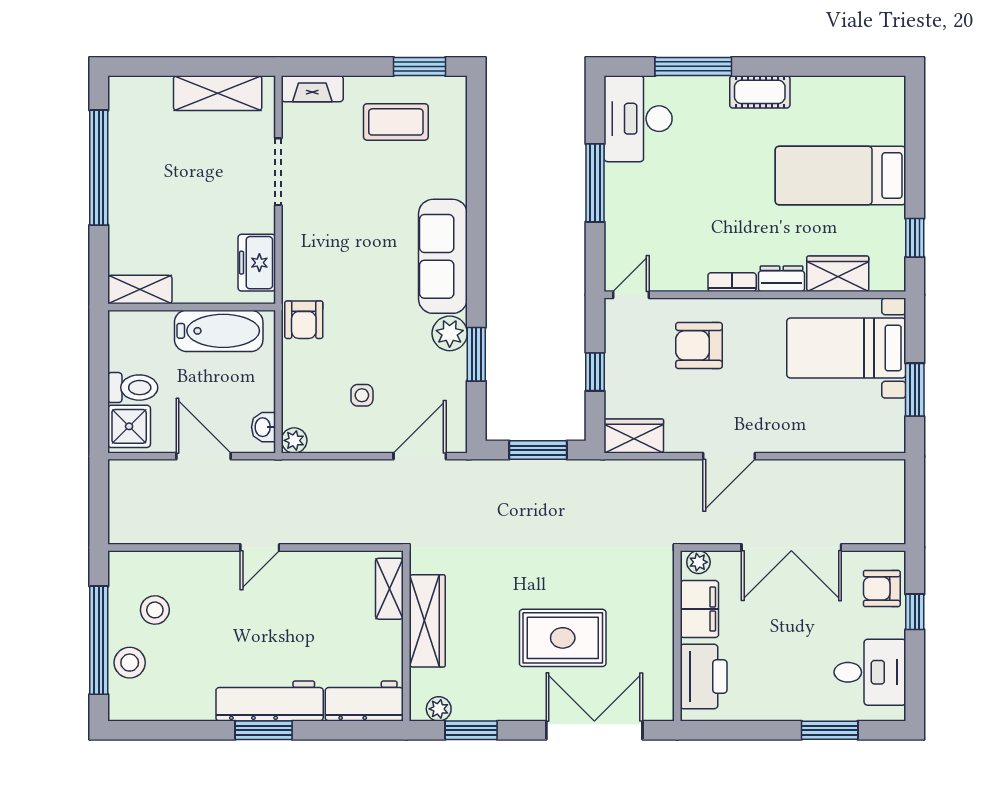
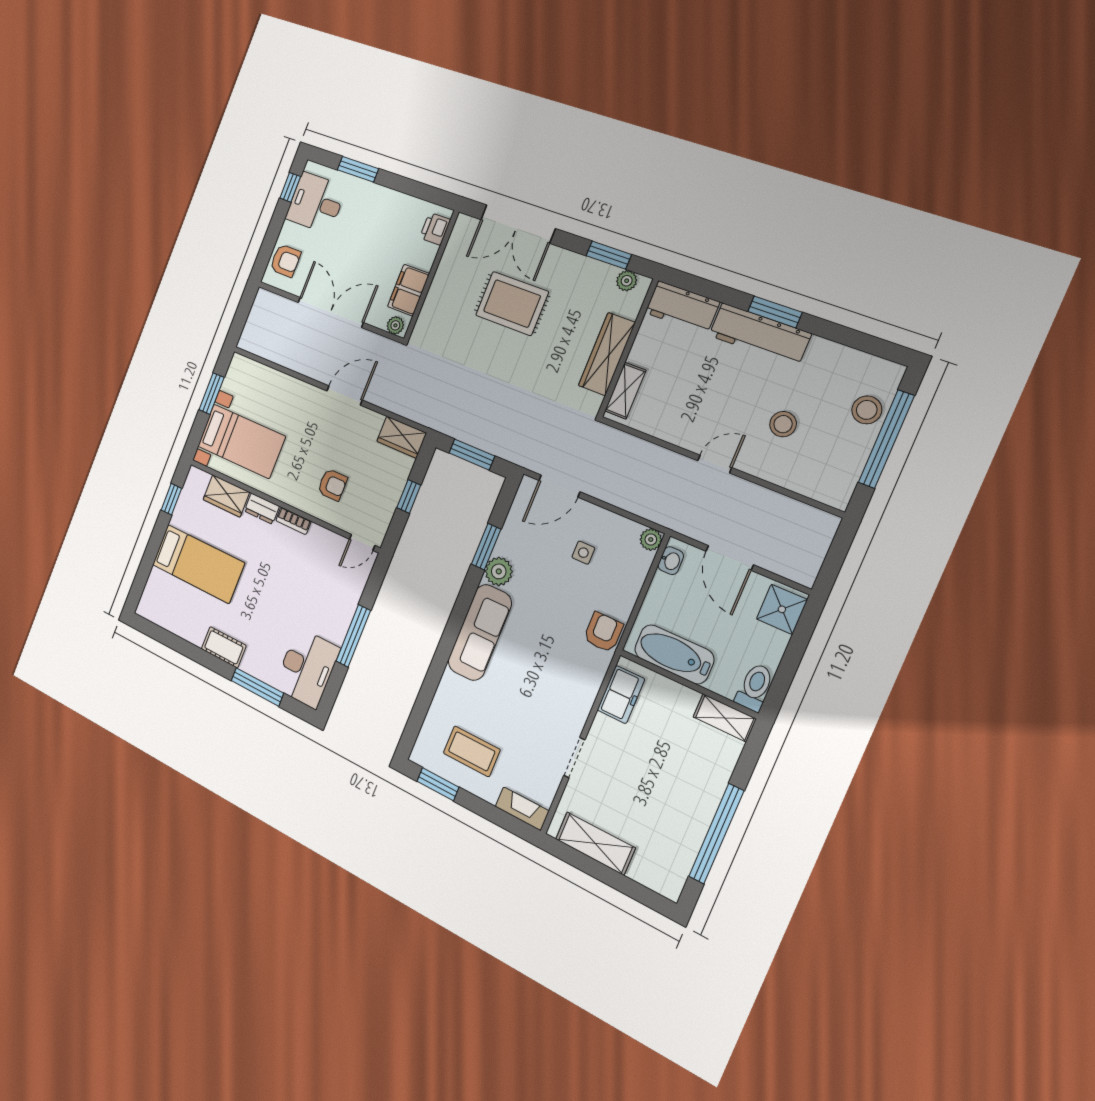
doorway: (278, 172) -> (574, 758), width x0.73
armchair: (699, 345) -> (332, 485), width x0.72, depth x0.72
toilet: (133, 388) -> (755, 687), moved, turned 90
stool: (155, 610) -> (783, 424), moved
window: (915, 612) -> (290, 187), moved
printer: (704, 677) -> (435, 229), width x0.53, depth x0.68

